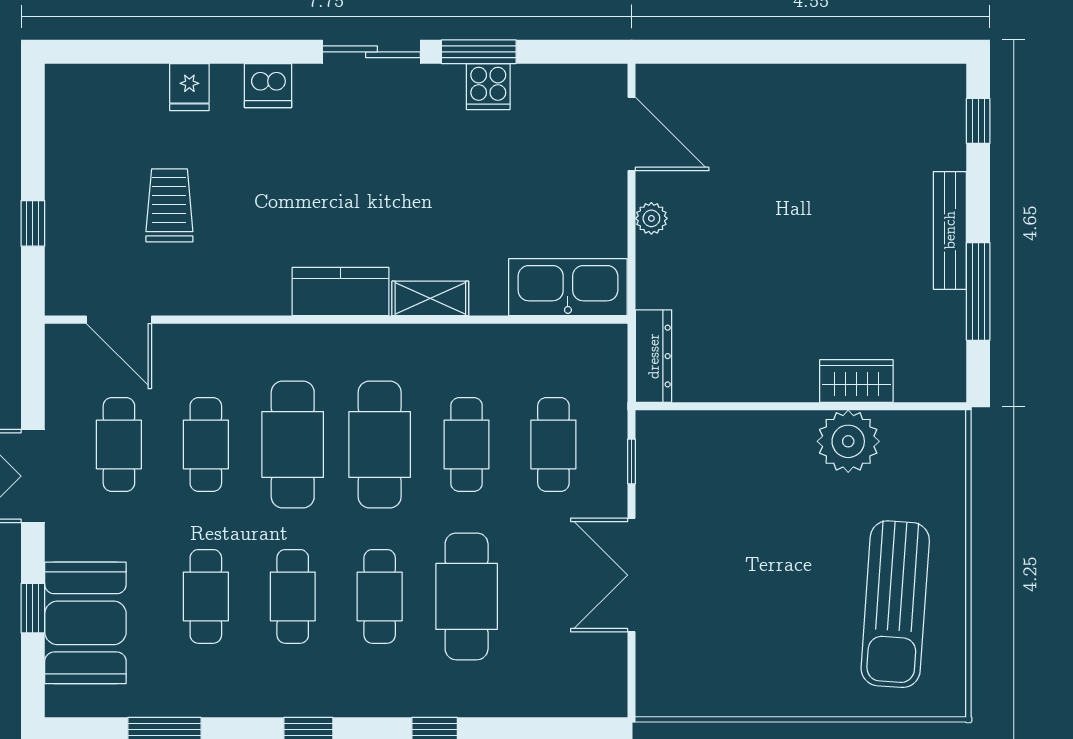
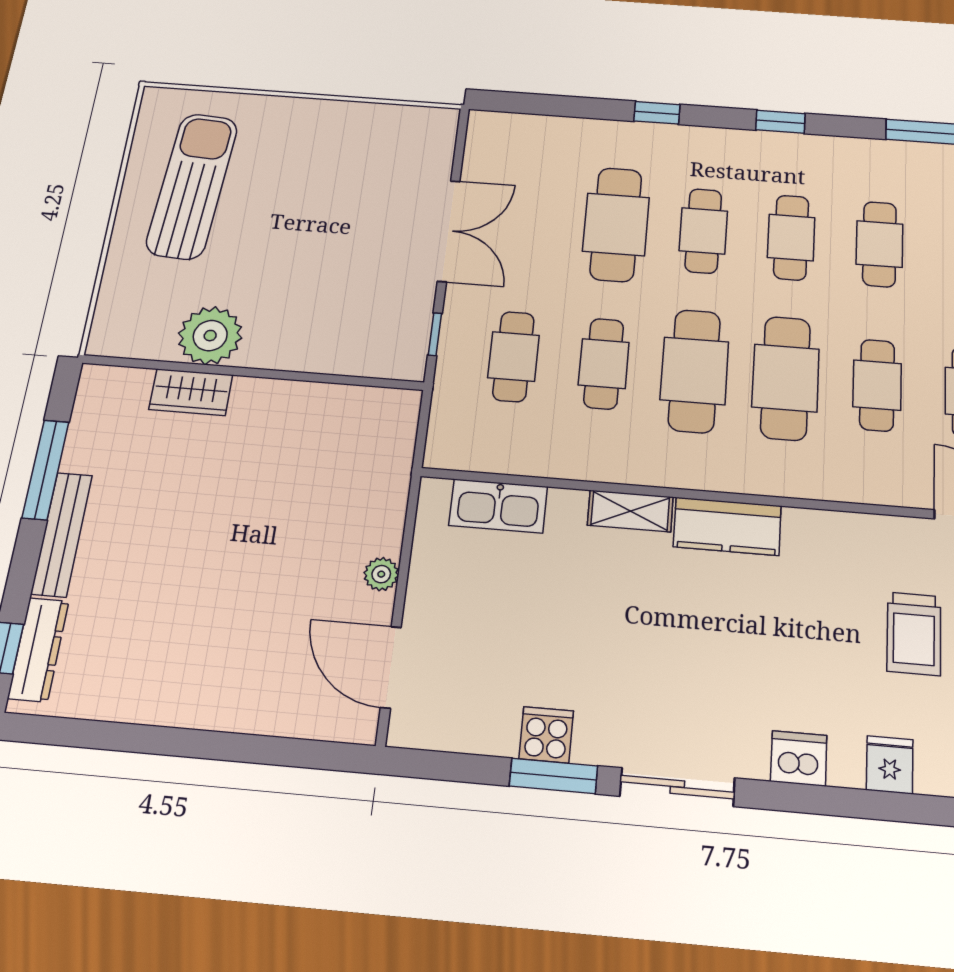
kitchen sink: (568, 287) -> (498, 506), width x0.73, depth x0.81
dresser: (654, 356) -> (38, 649), moved, turned 180

